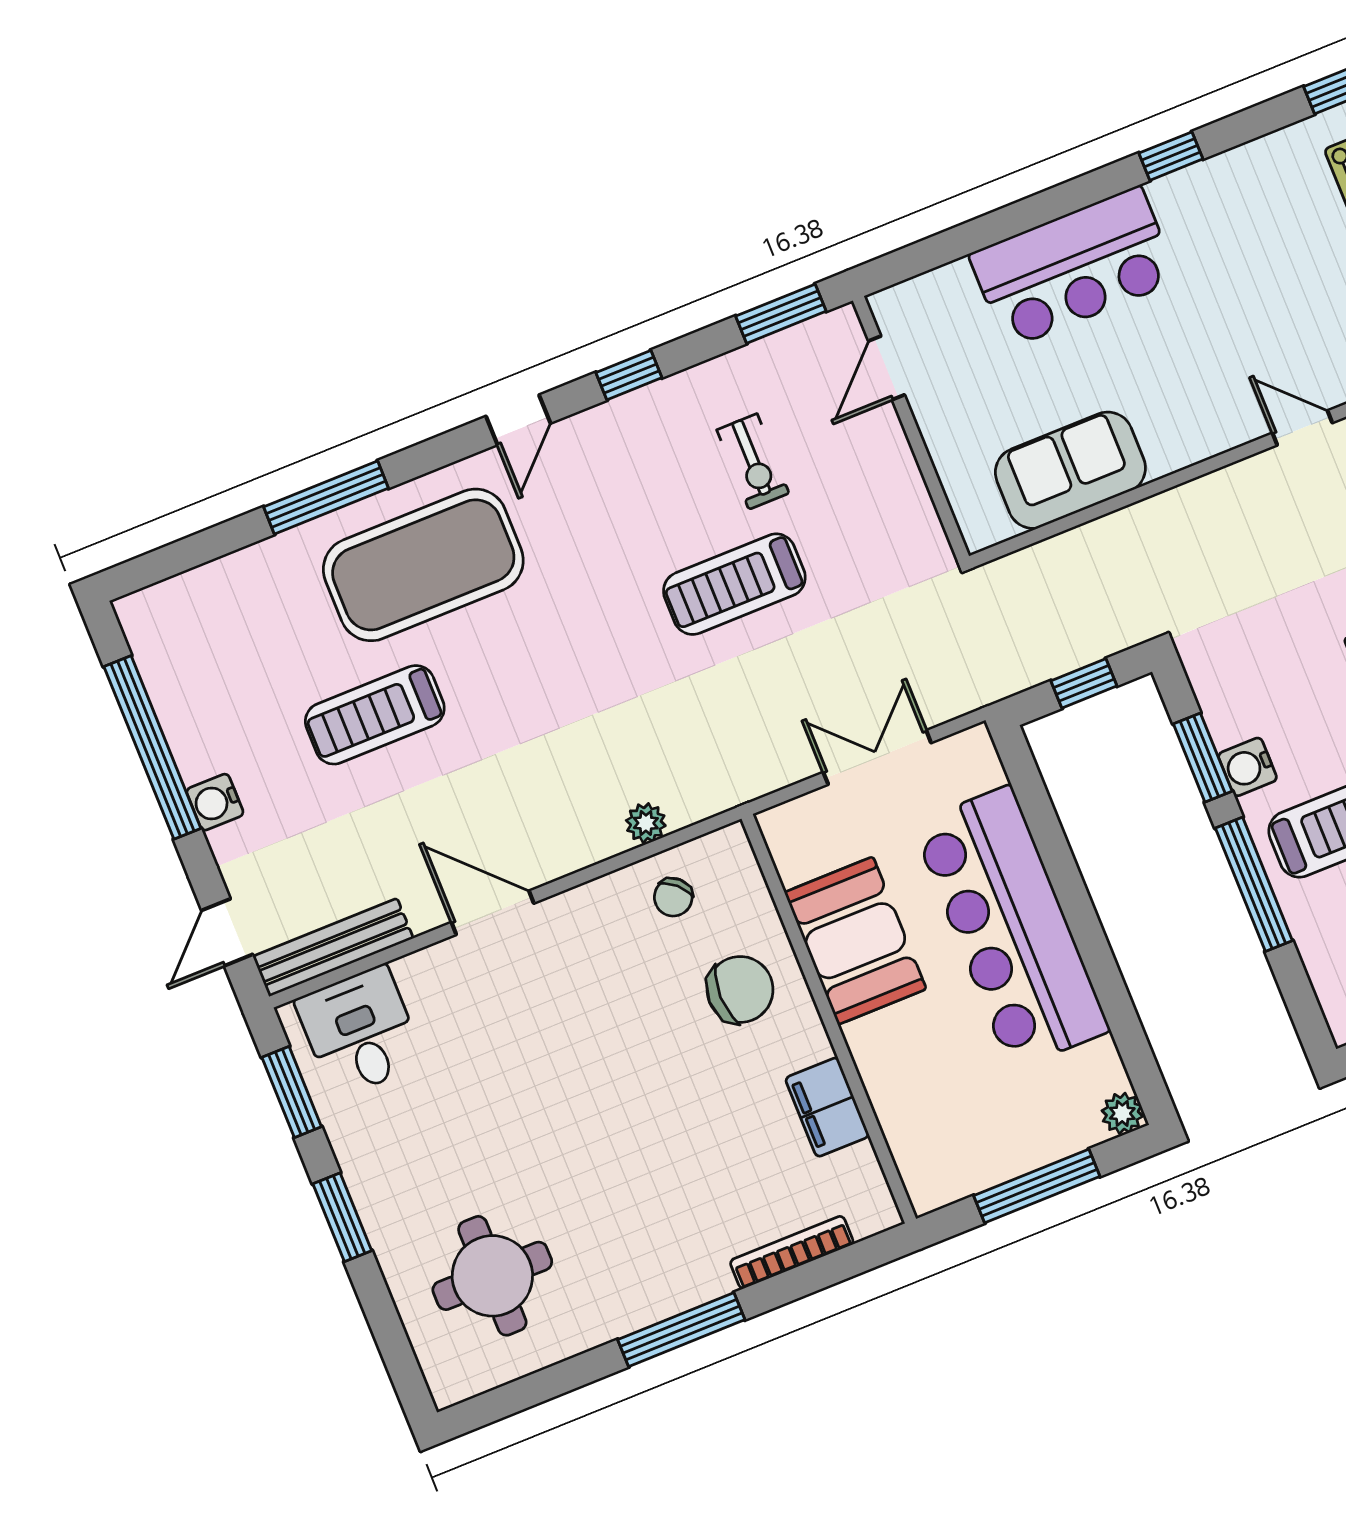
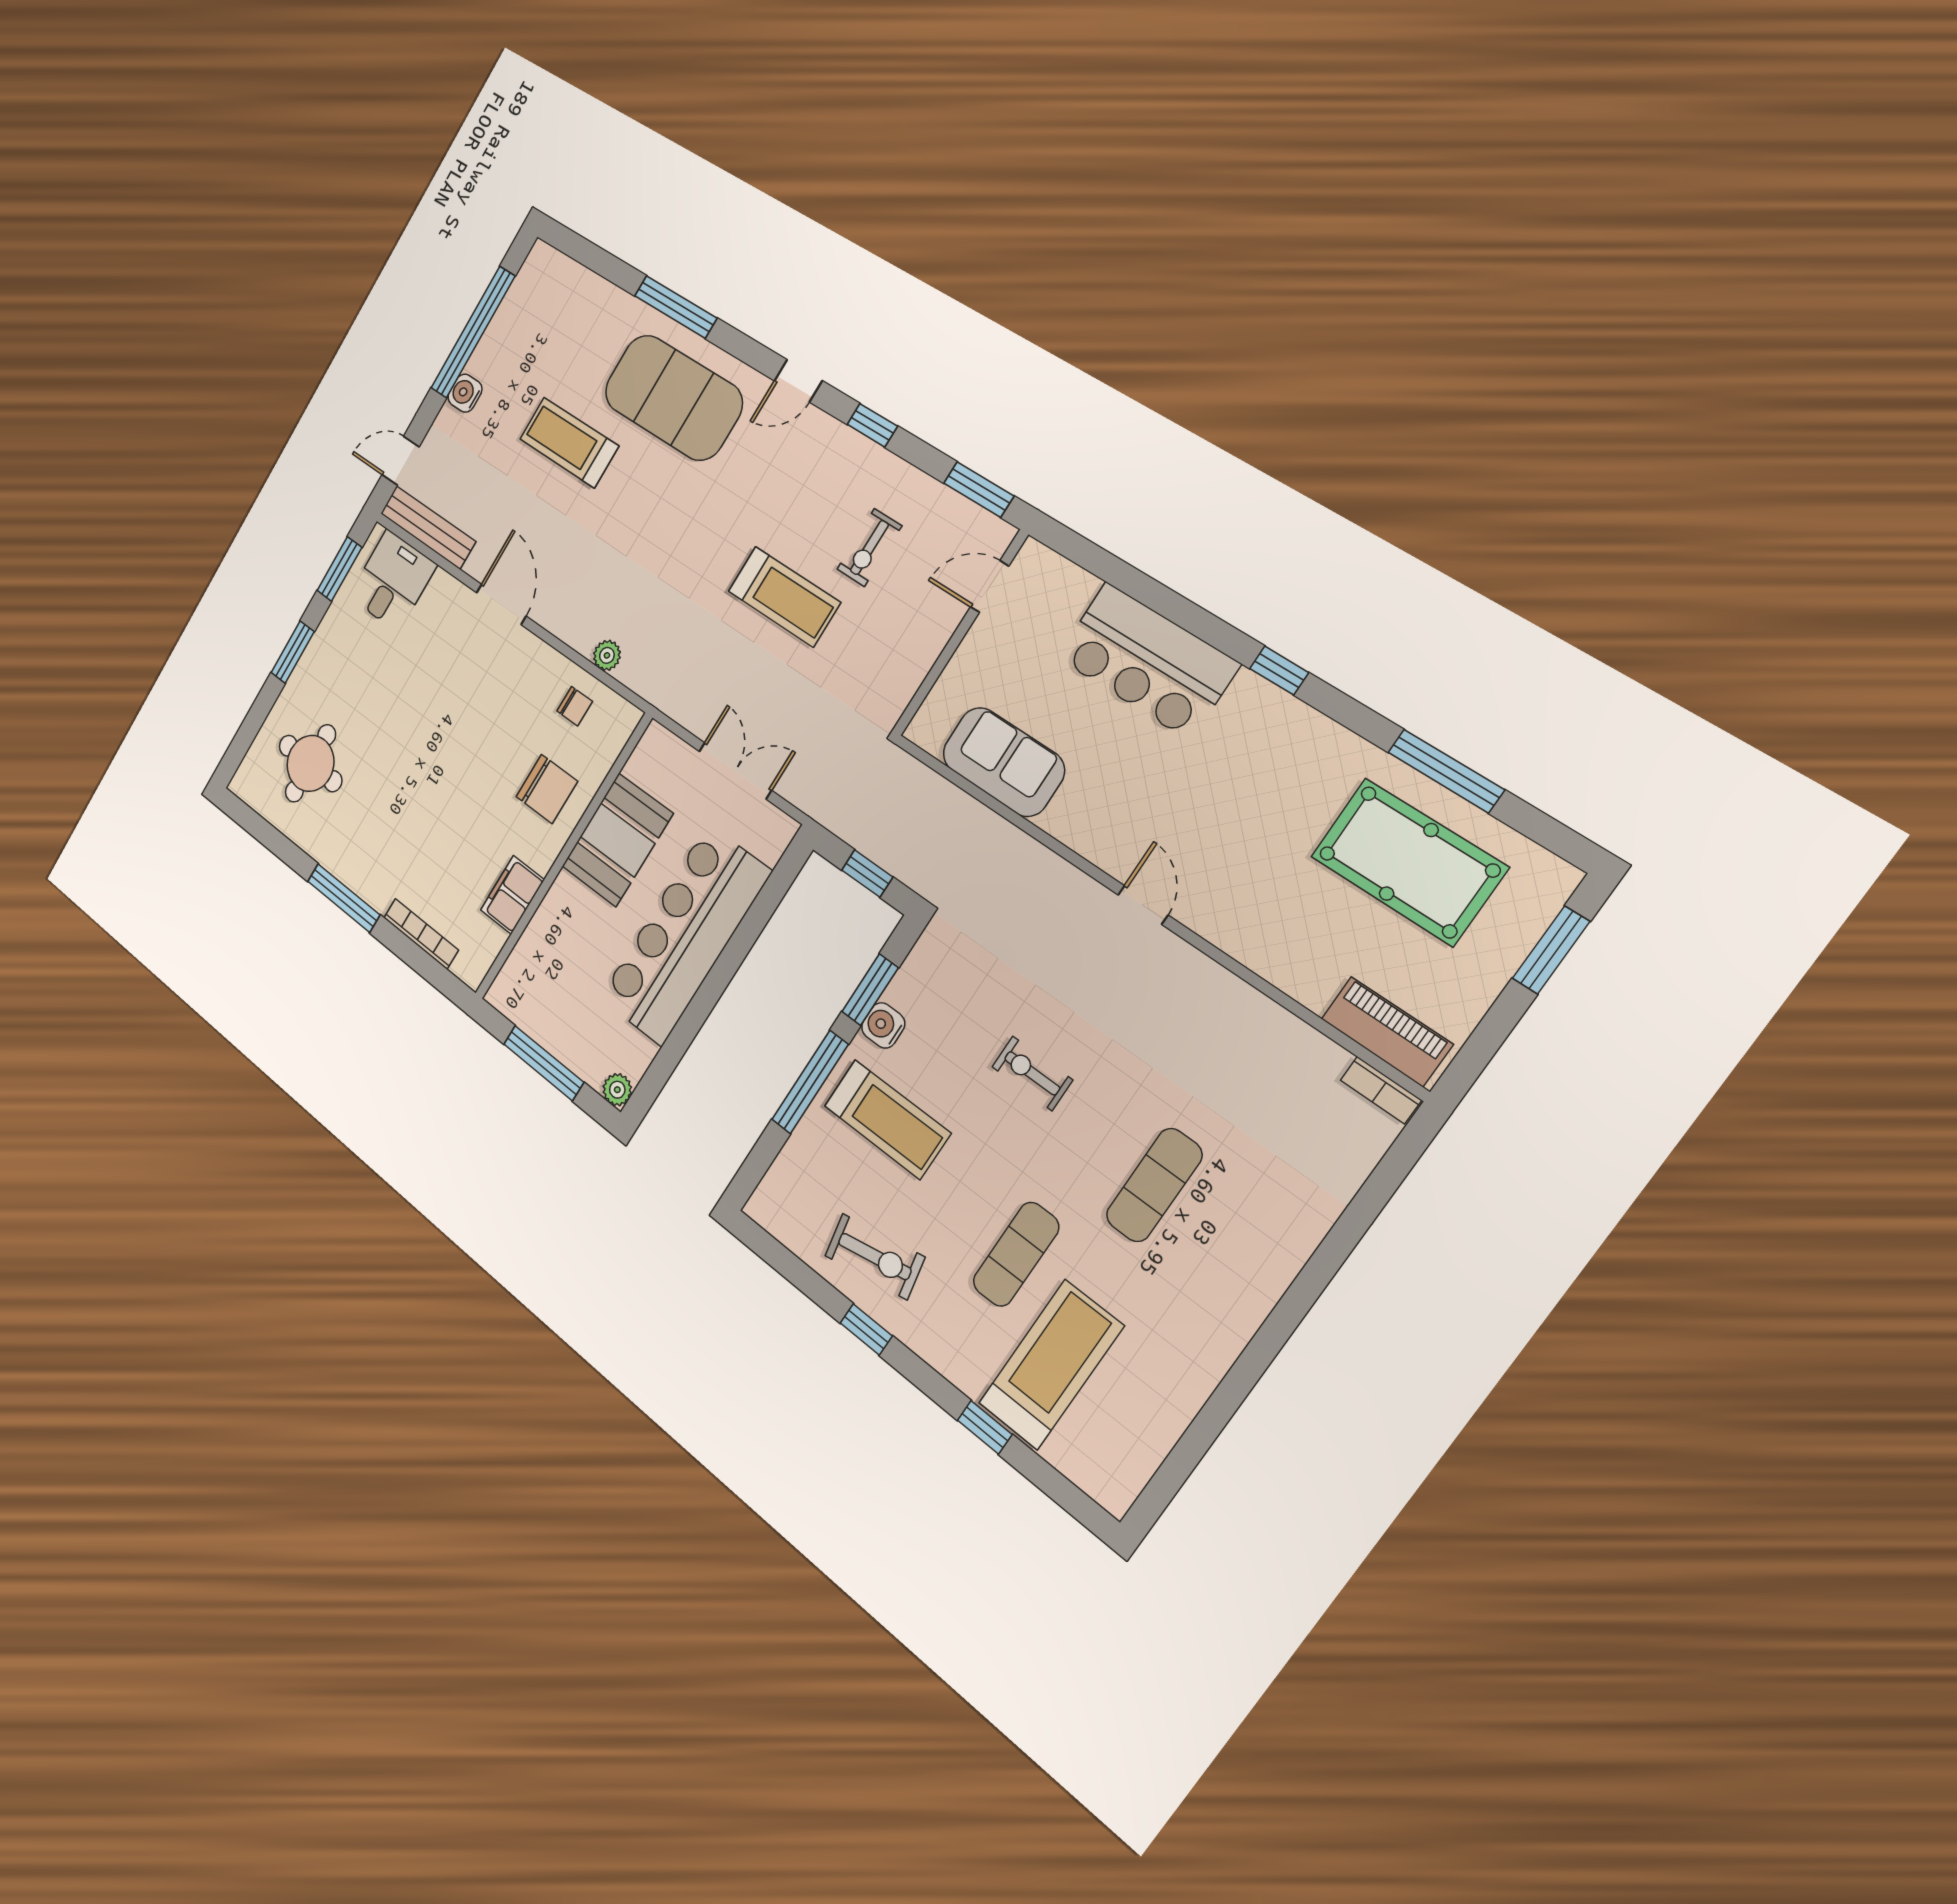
treadmill: (734, 584) -> (784, 597), turned 180
chair: (673, 897) -> (575, 706), turned -133

